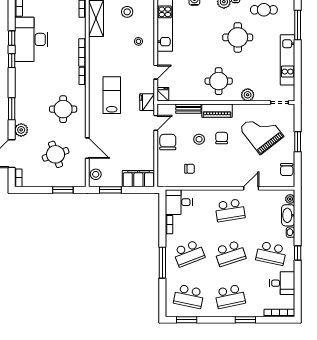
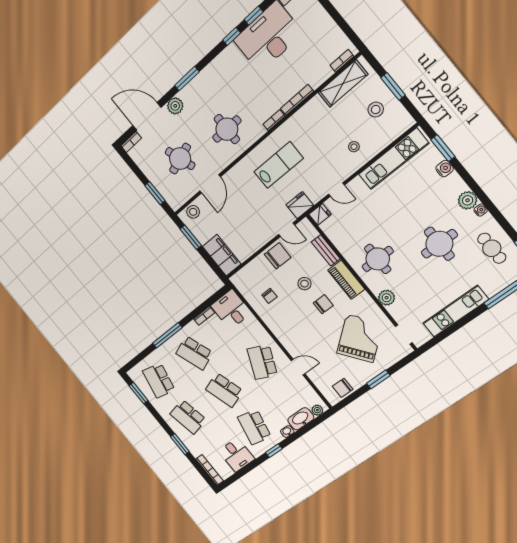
school desk: (230, 210) -> (262, 362), turned 33

